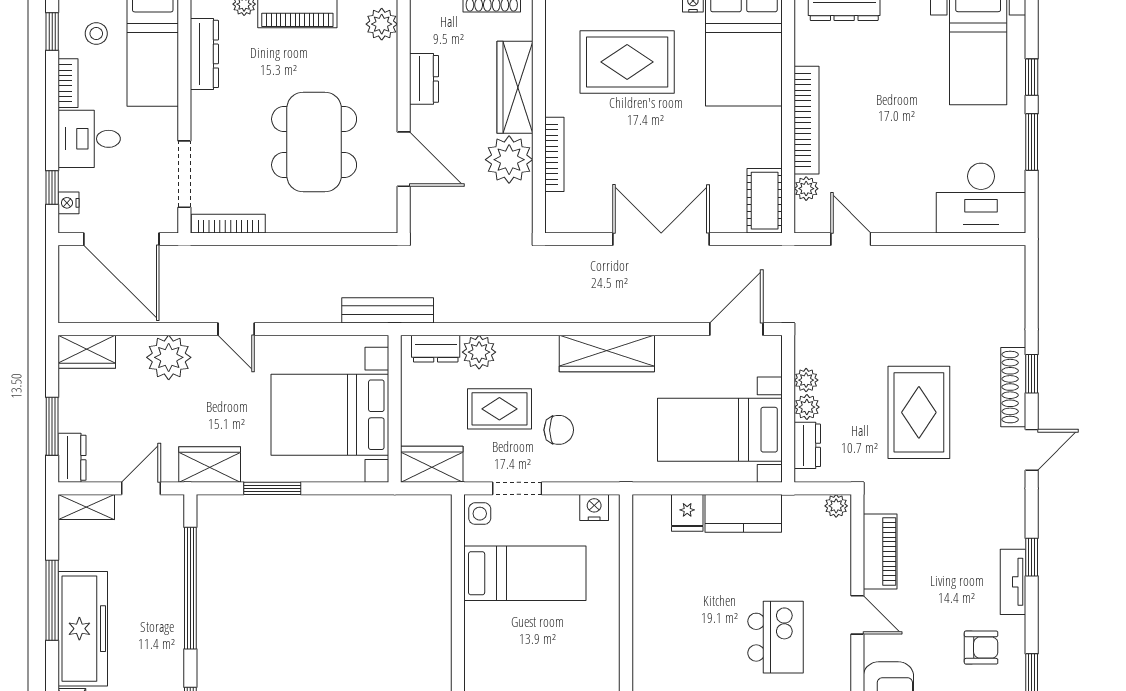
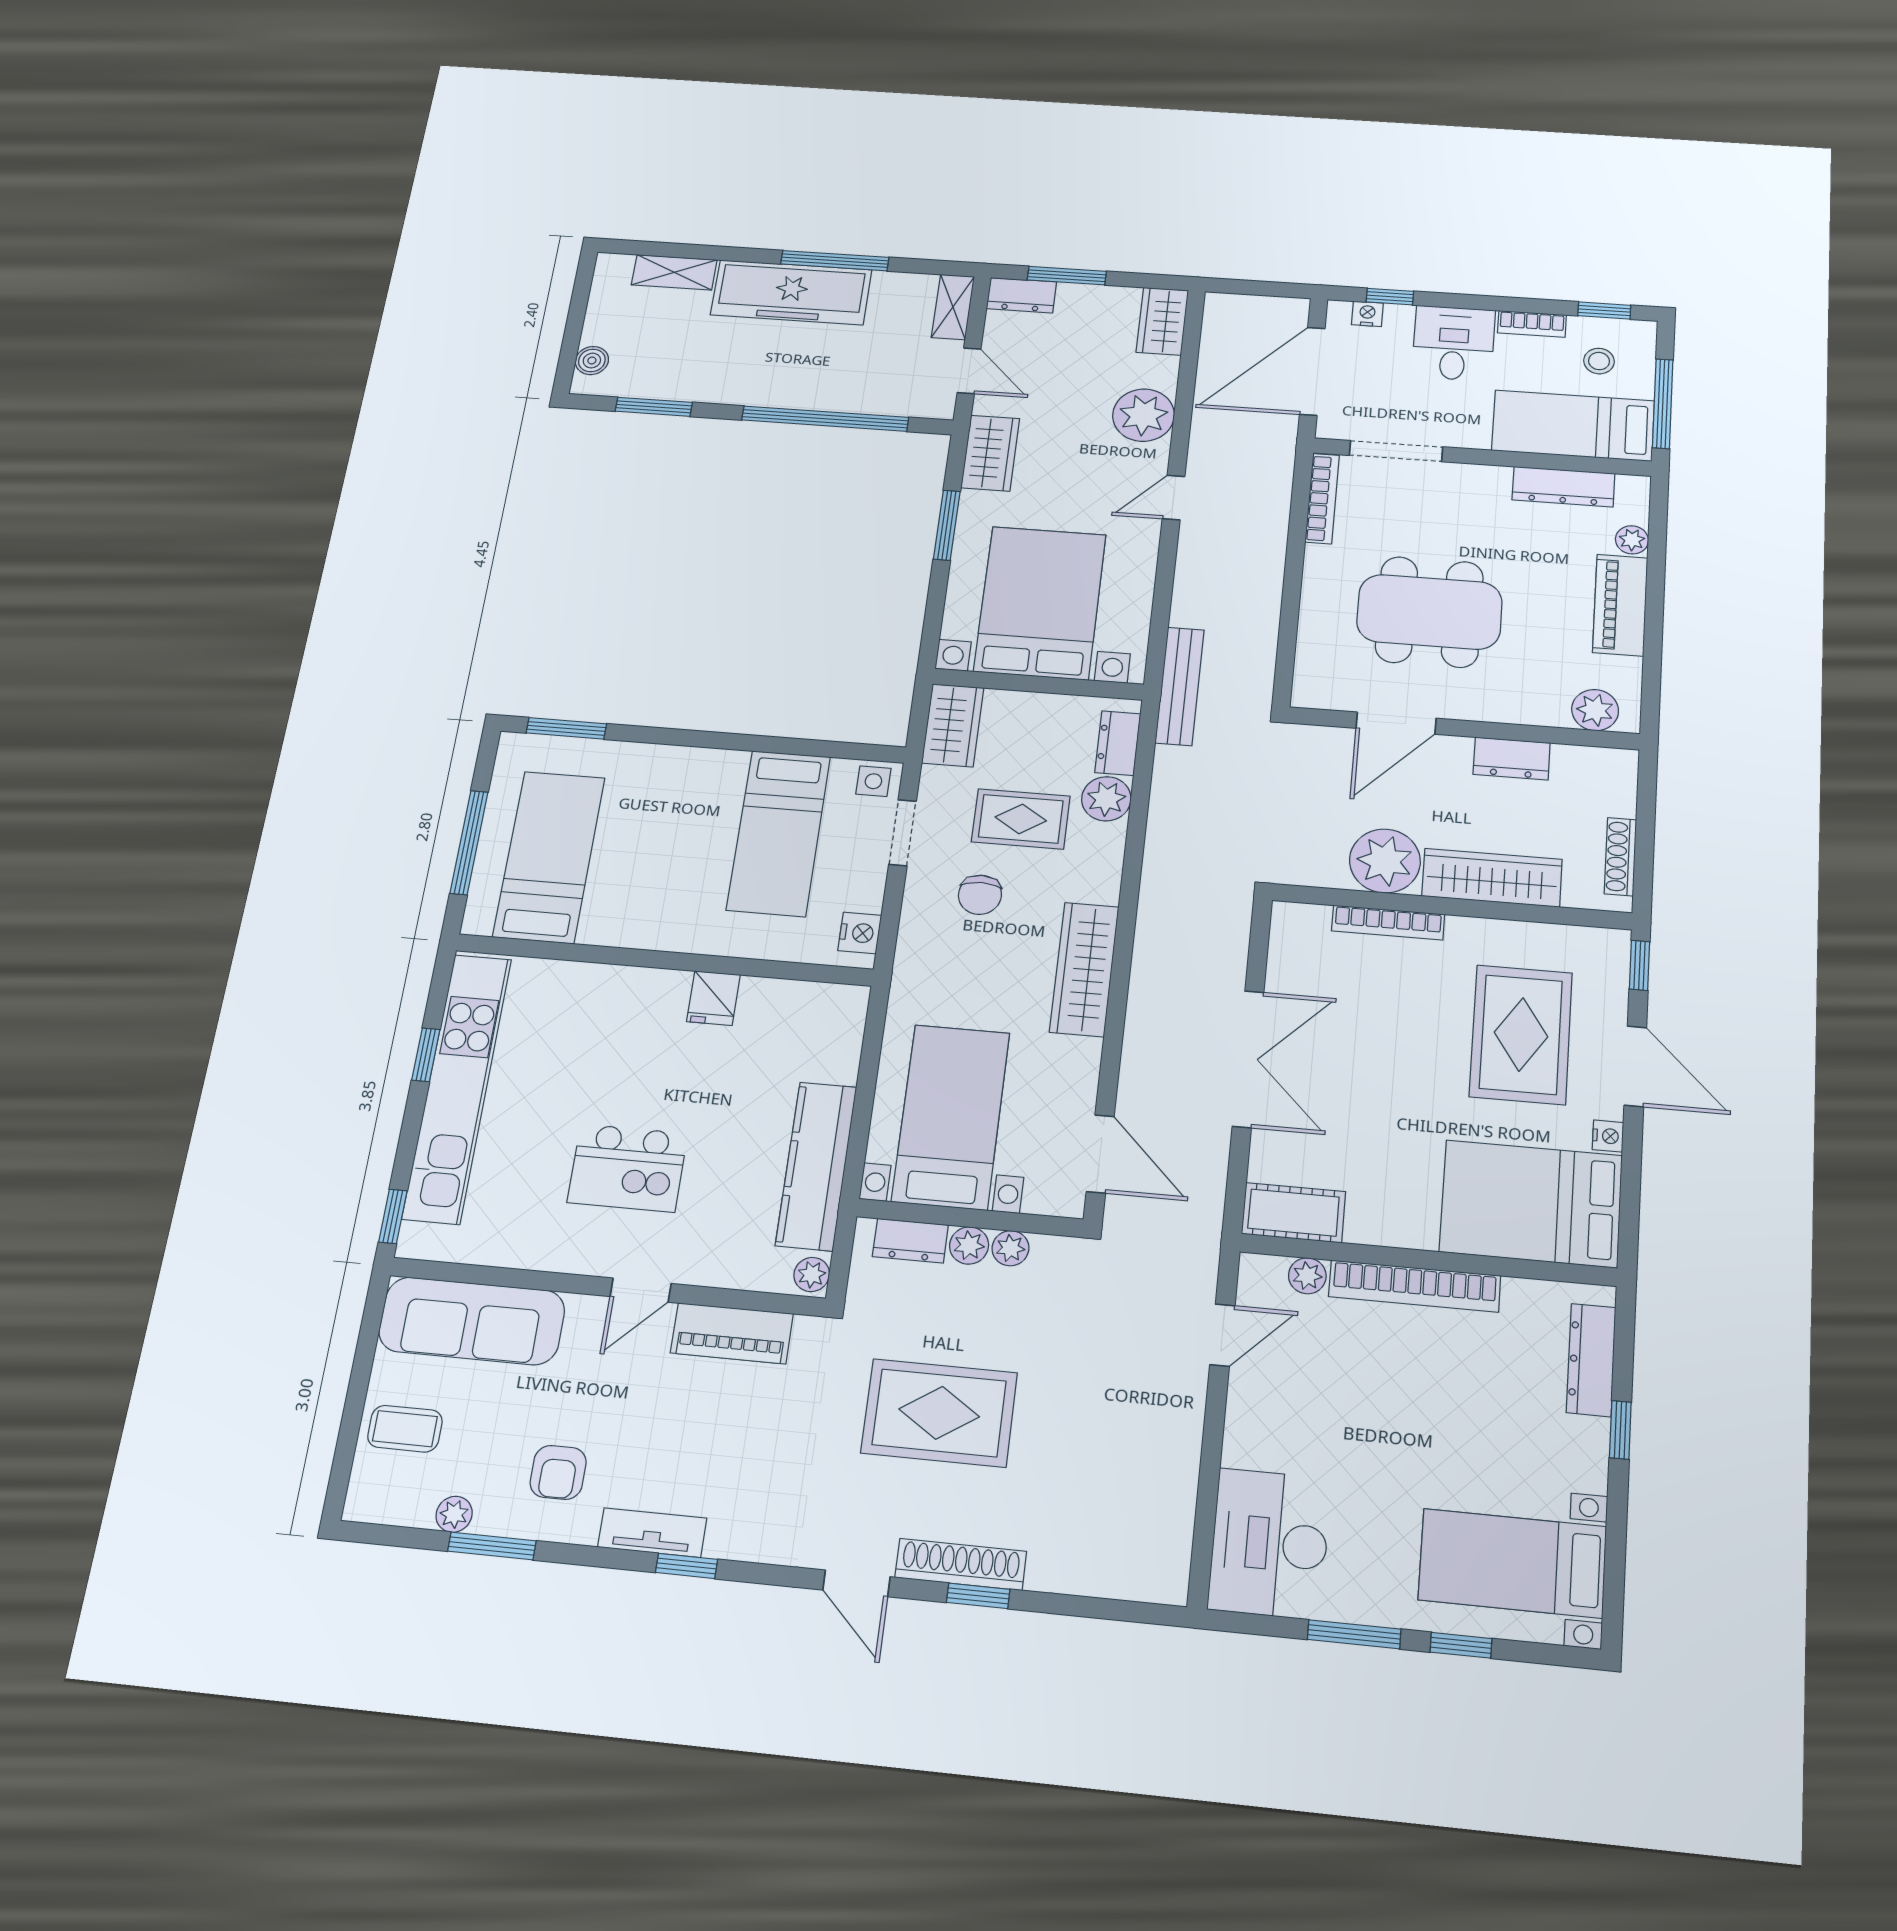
rug: (499, 409) -> (1021, 819), turned 90
fridge: (687, 513) -> (713, 998), moved, turned -90
kitchen counter: (743, 513) -> (816, 1166), width x1.50

